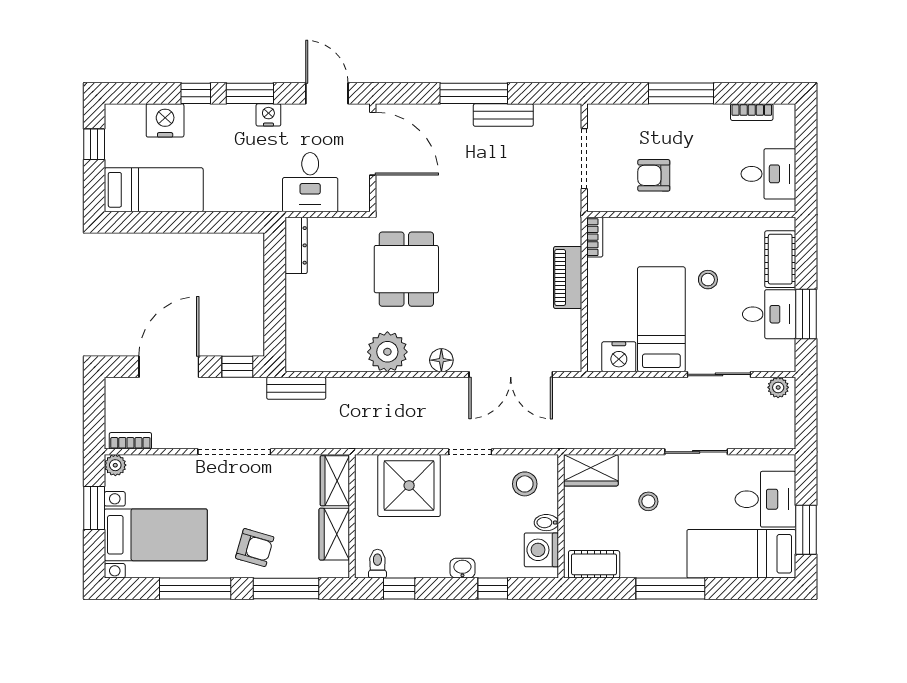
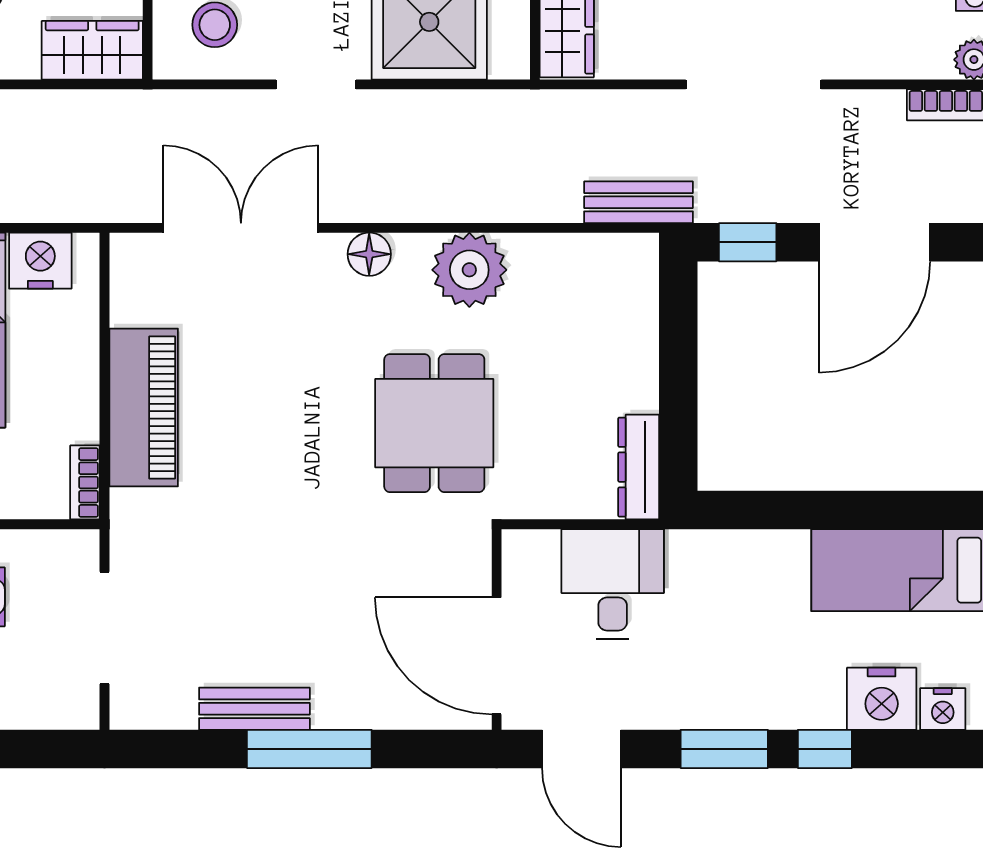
nightstand: (268, 115) -> (943, 709), moved
piano: (568, 278) -> (144, 407), width x1.37, depth x1.33

